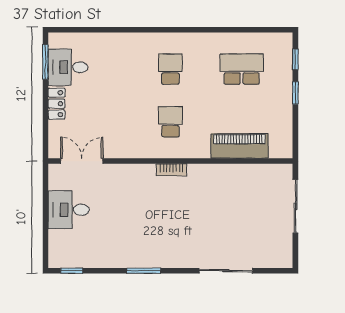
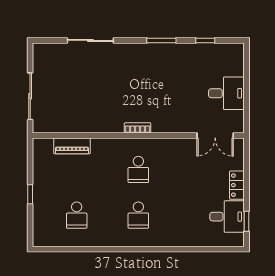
window: (295, 59) -> (30, 223), removed
window: (45, 62) -> (247, 221), width x0.67
school desk: (242, 69) -> (77, 215), width x0.54
piano: (239, 146) -> (72, 146), width x0.73, depth x0.75
window: (72, 271) -> (205, 40), moved

